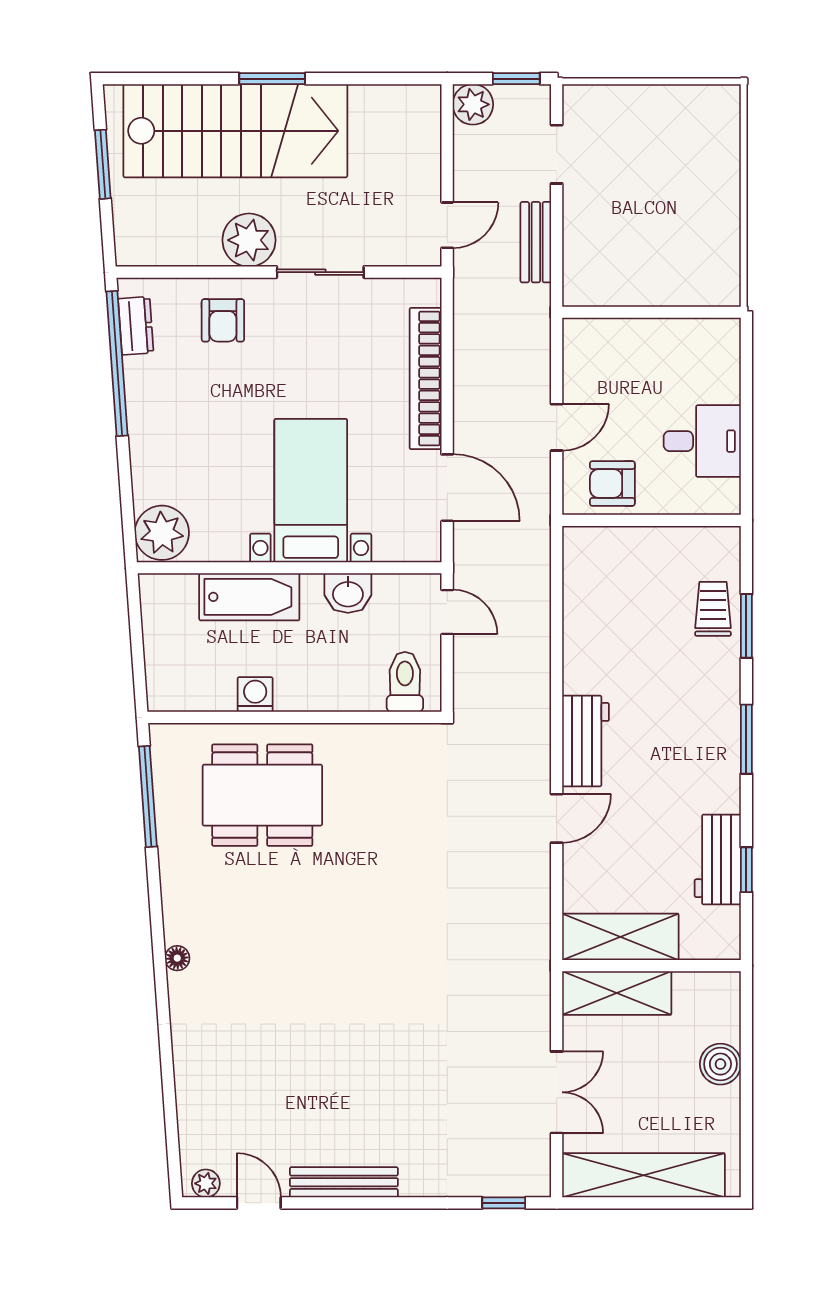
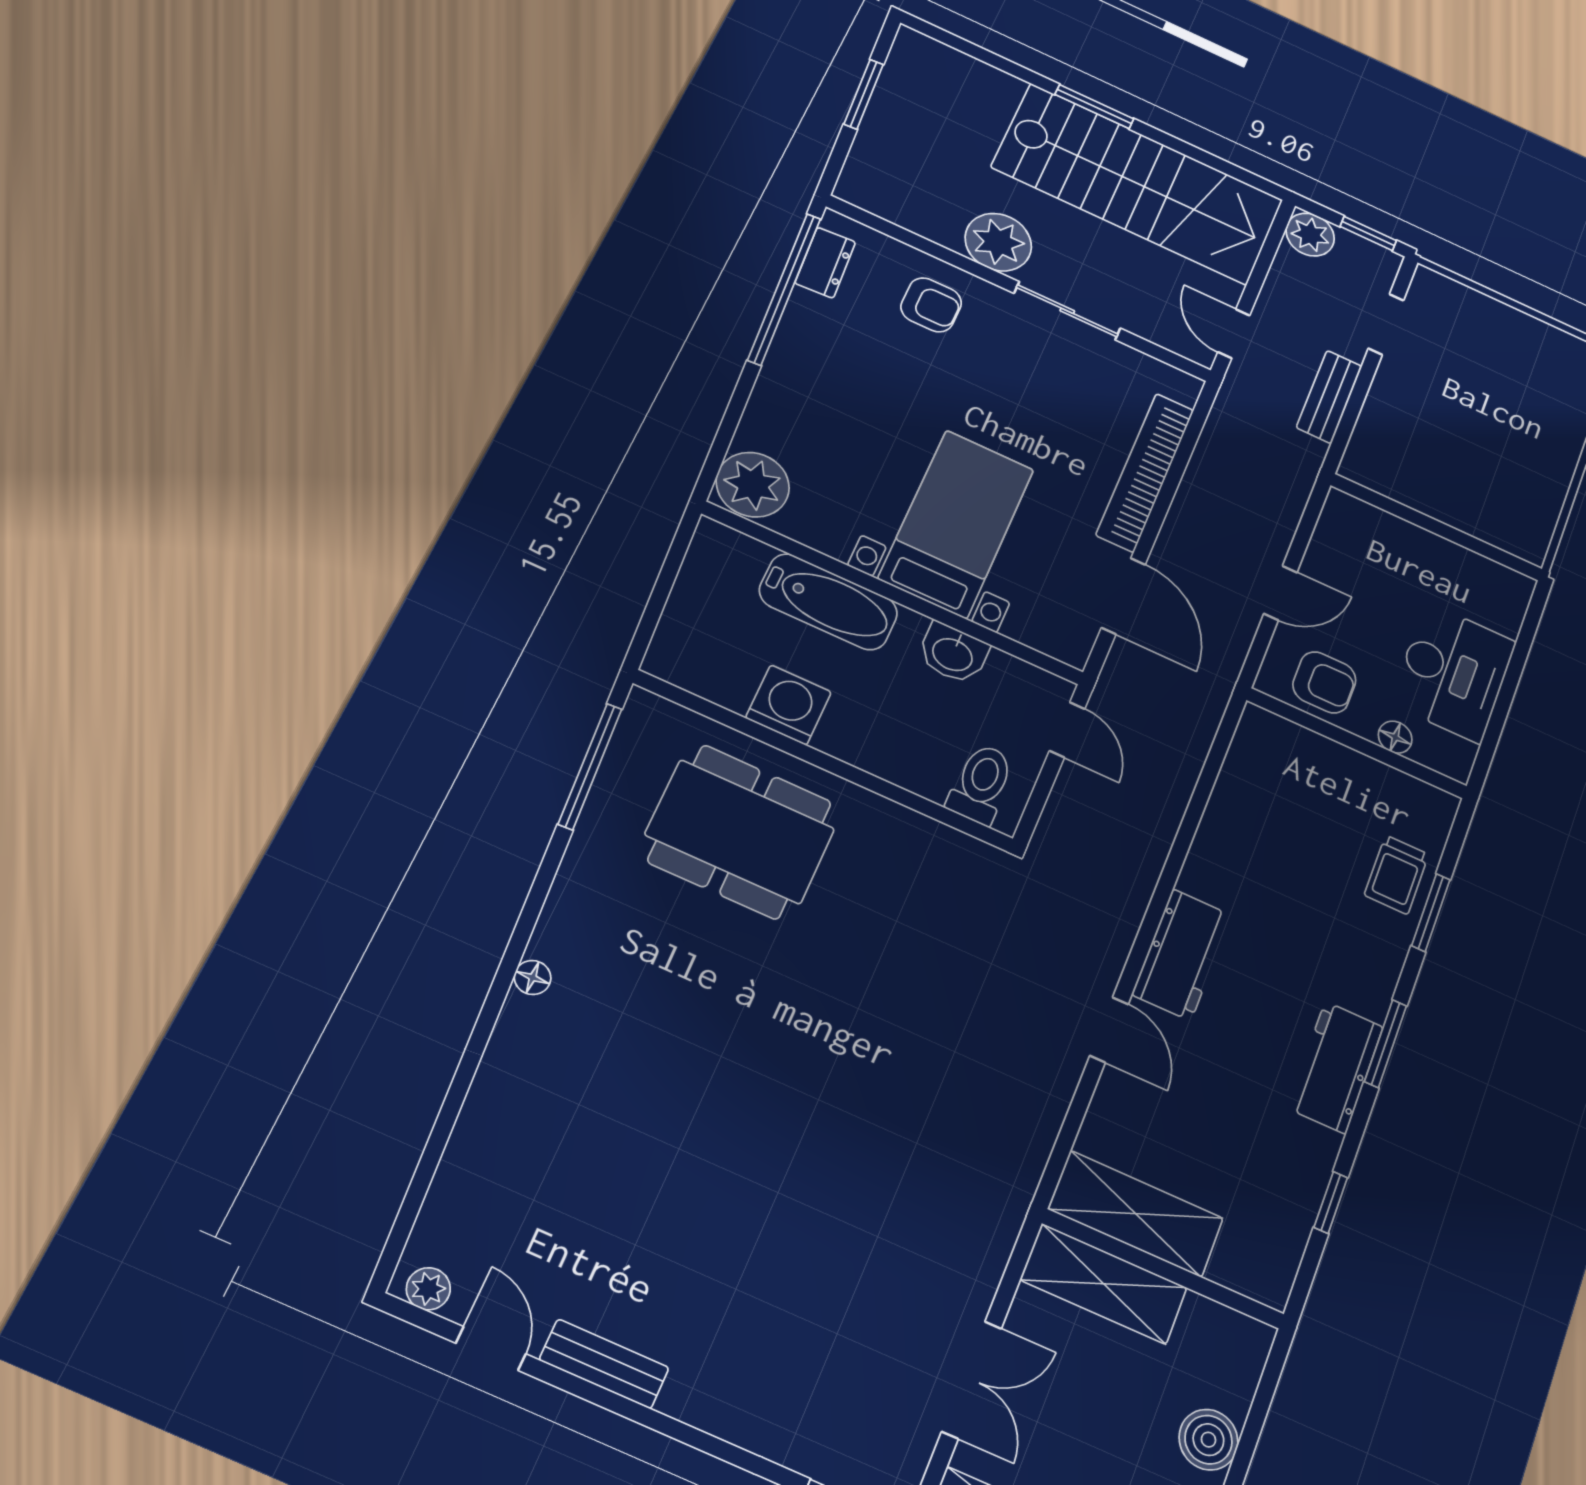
stairs: (235, 131) -> (1138, 184), moved
door: (447, 225) -> (1234, 334), swing flipped
armchair: (223, 320) -> (931, 305), turned -90
desk: (702, 441) -> (1453, 672), width x1.37
armchair: (612, 483) -> (1324, 682), turned 180
floor lamp: (677, 502) -> (1395, 737), added
trolley: (713, 609) -> (1396, 875), turned 180
washing machine: (255, 694) -> (788, 705), width x1.38, depth x1.38
door: (557, 818) -> (1109, 1030), hinge flipped
workbench: (718, 859) -> (1335, 1067), moved
bench: (344, 1182) -> (604, 1364), width x0.73

